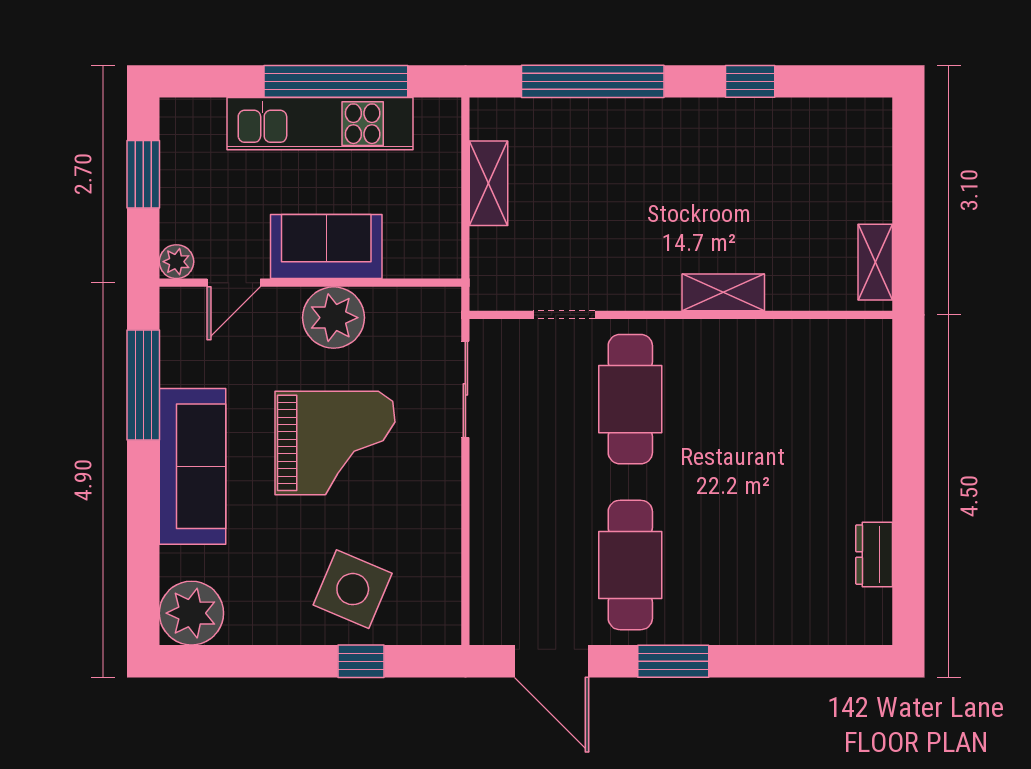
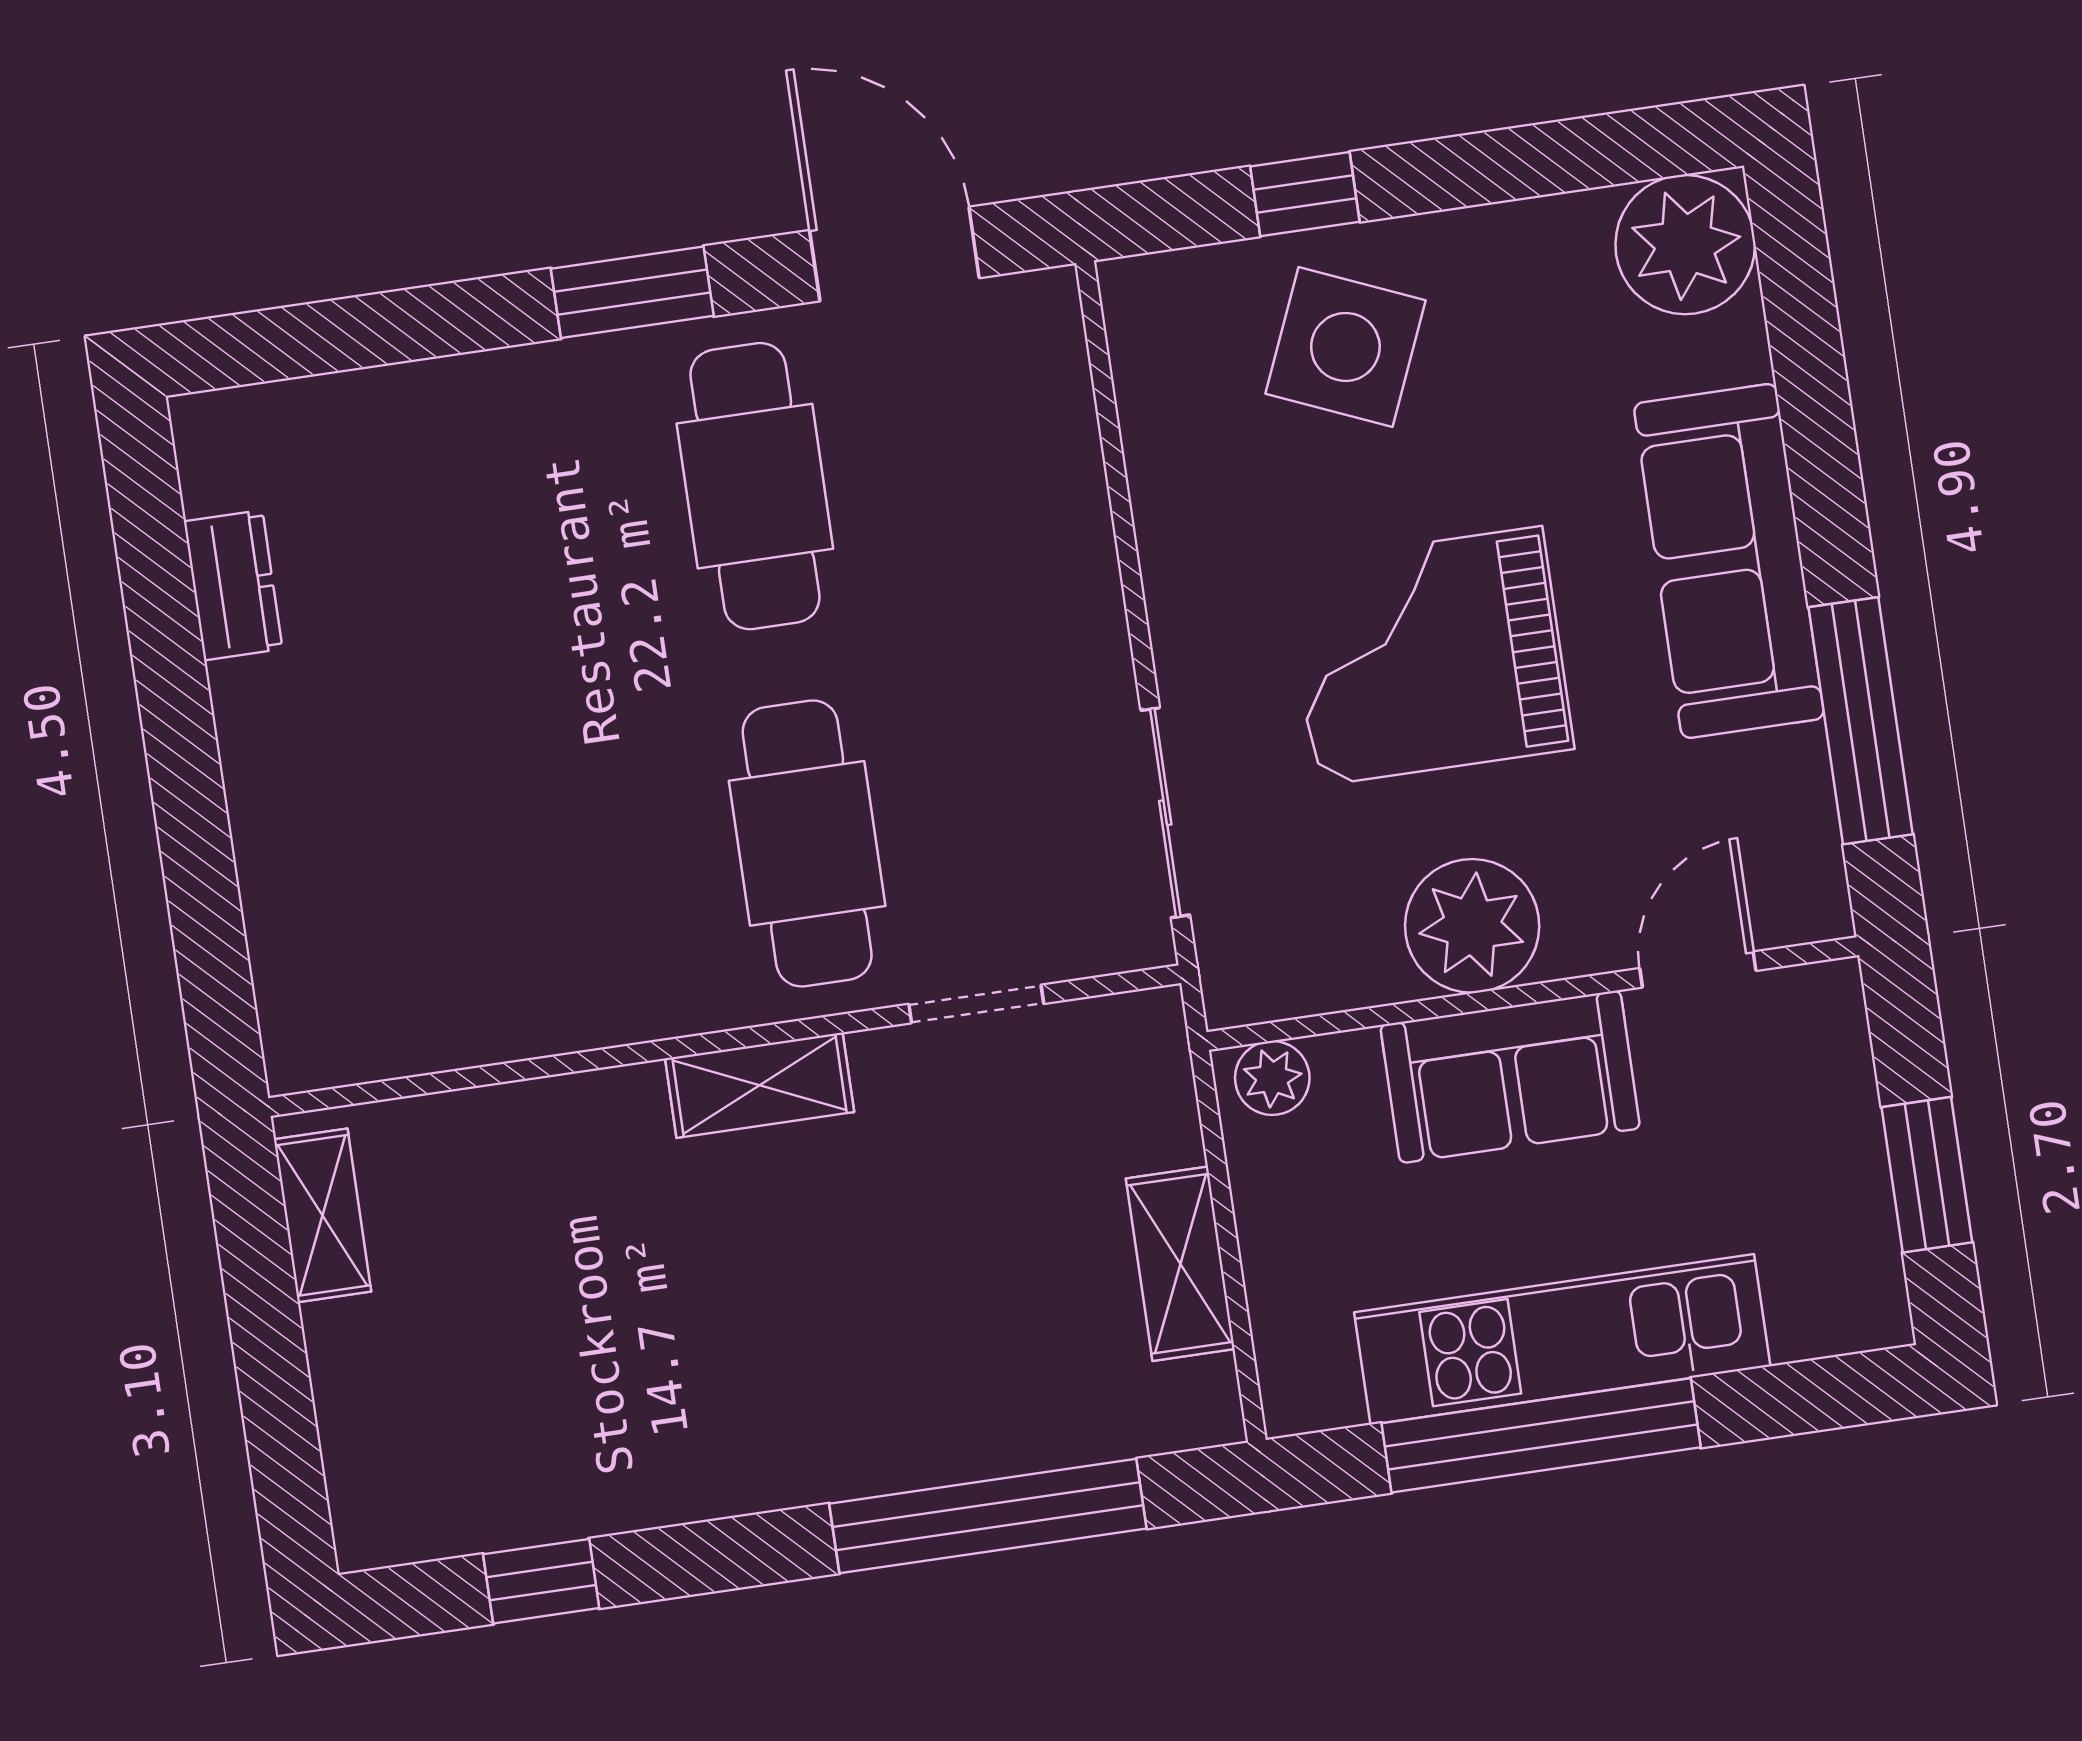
window: (750, 81) -> (541, 1581), moved
plant: (176, 262) -> (1272, 1078), moved
shelving: (723, 292) -> (760, 1085), moved

